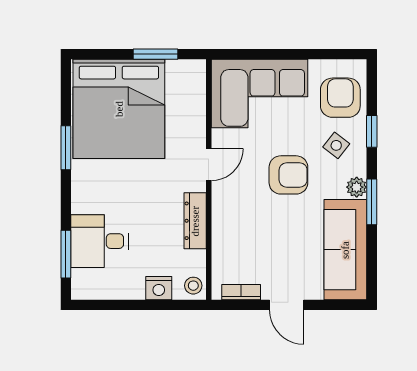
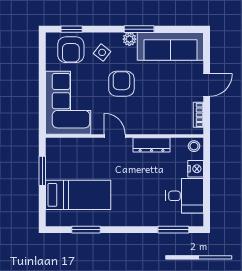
armchair: (340, 98) -> (71, 50), turned -90
bed: (119, 109) -> (78, 195), width x0.49
window: (372, 131) -> (72, 29), moved
window: (66, 148) -> (86, 230), moved
desk: (99, 241) -> (185, 196), moved, turned -90

